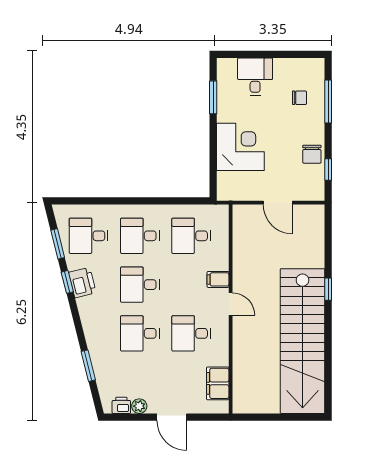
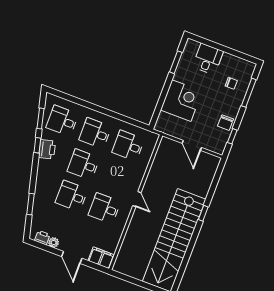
filing cabinet: (218, 279) -> (135, 180), removed
filing cabinet: (218, 383) -> (101, 258), moved, turned 90

